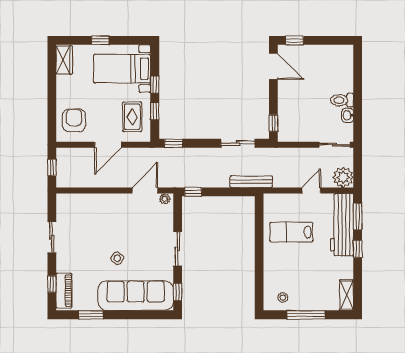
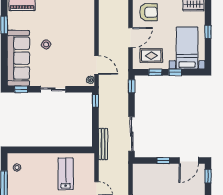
window: (273, 123) -> (163, 160), moved
sliding door: (238, 143) -> (132, 134), width x1.37
door: (108, 145) -> (130, 38), swing flipped

